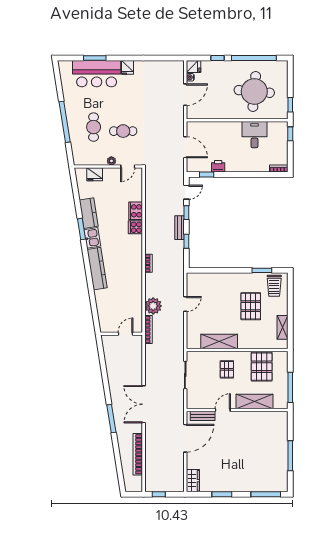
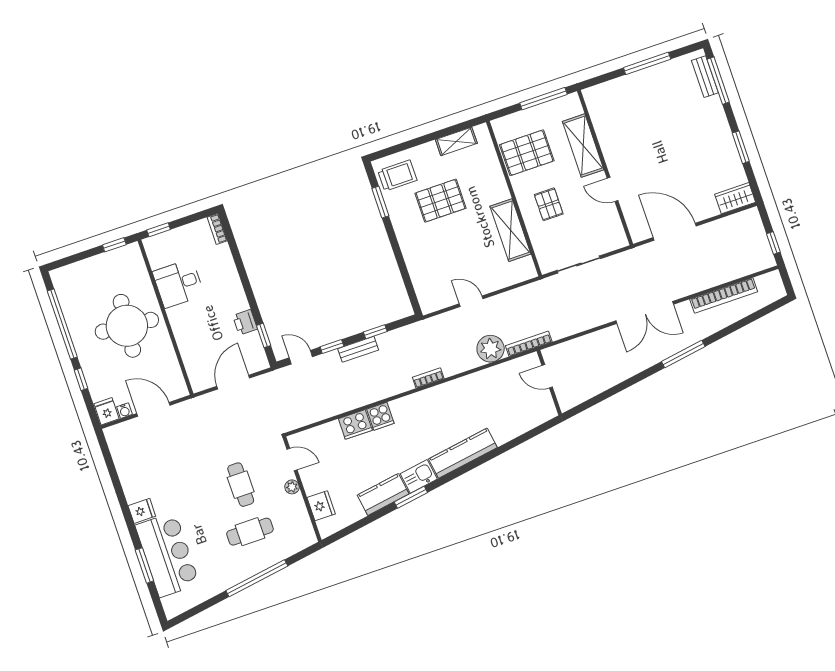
round table: (254, 91) -> (127, 326), moved
pallet: (227, 369) -> (549, 204), turned 90
bench: (203, 416) -> (705, 77), moved

